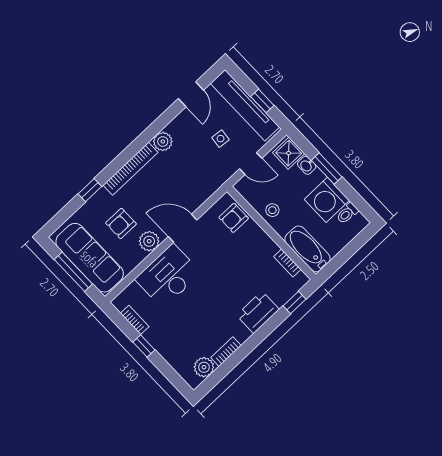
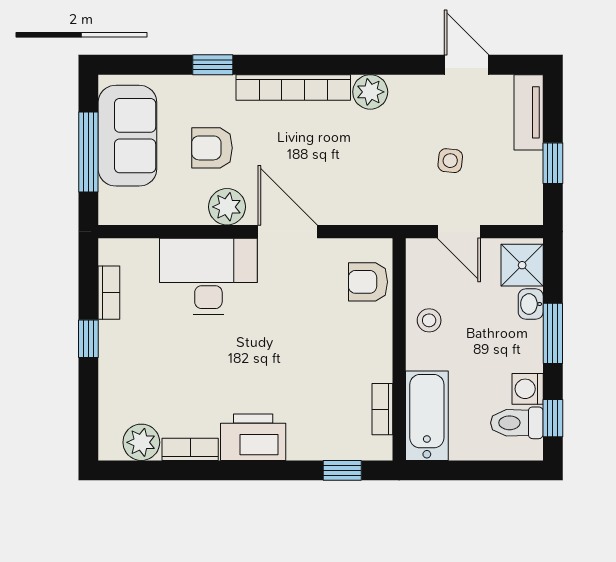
door: (191, 94) -> (467, 65), swing flipped
tv unit: (245, 105) -> (529, 112), width x0.52, depth x0.78
washing machine: (327, 200) -> (528, 389), width x0.53, depth x0.53
window: (359, 202) -> (553, 418), added
toilet: (347, 213) -> (517, 423), width x1.37, depth x1.39
sofa: (90, 258) -> (127, 136), width x0.73
printer: (258, 312) -> (253, 437), moved

